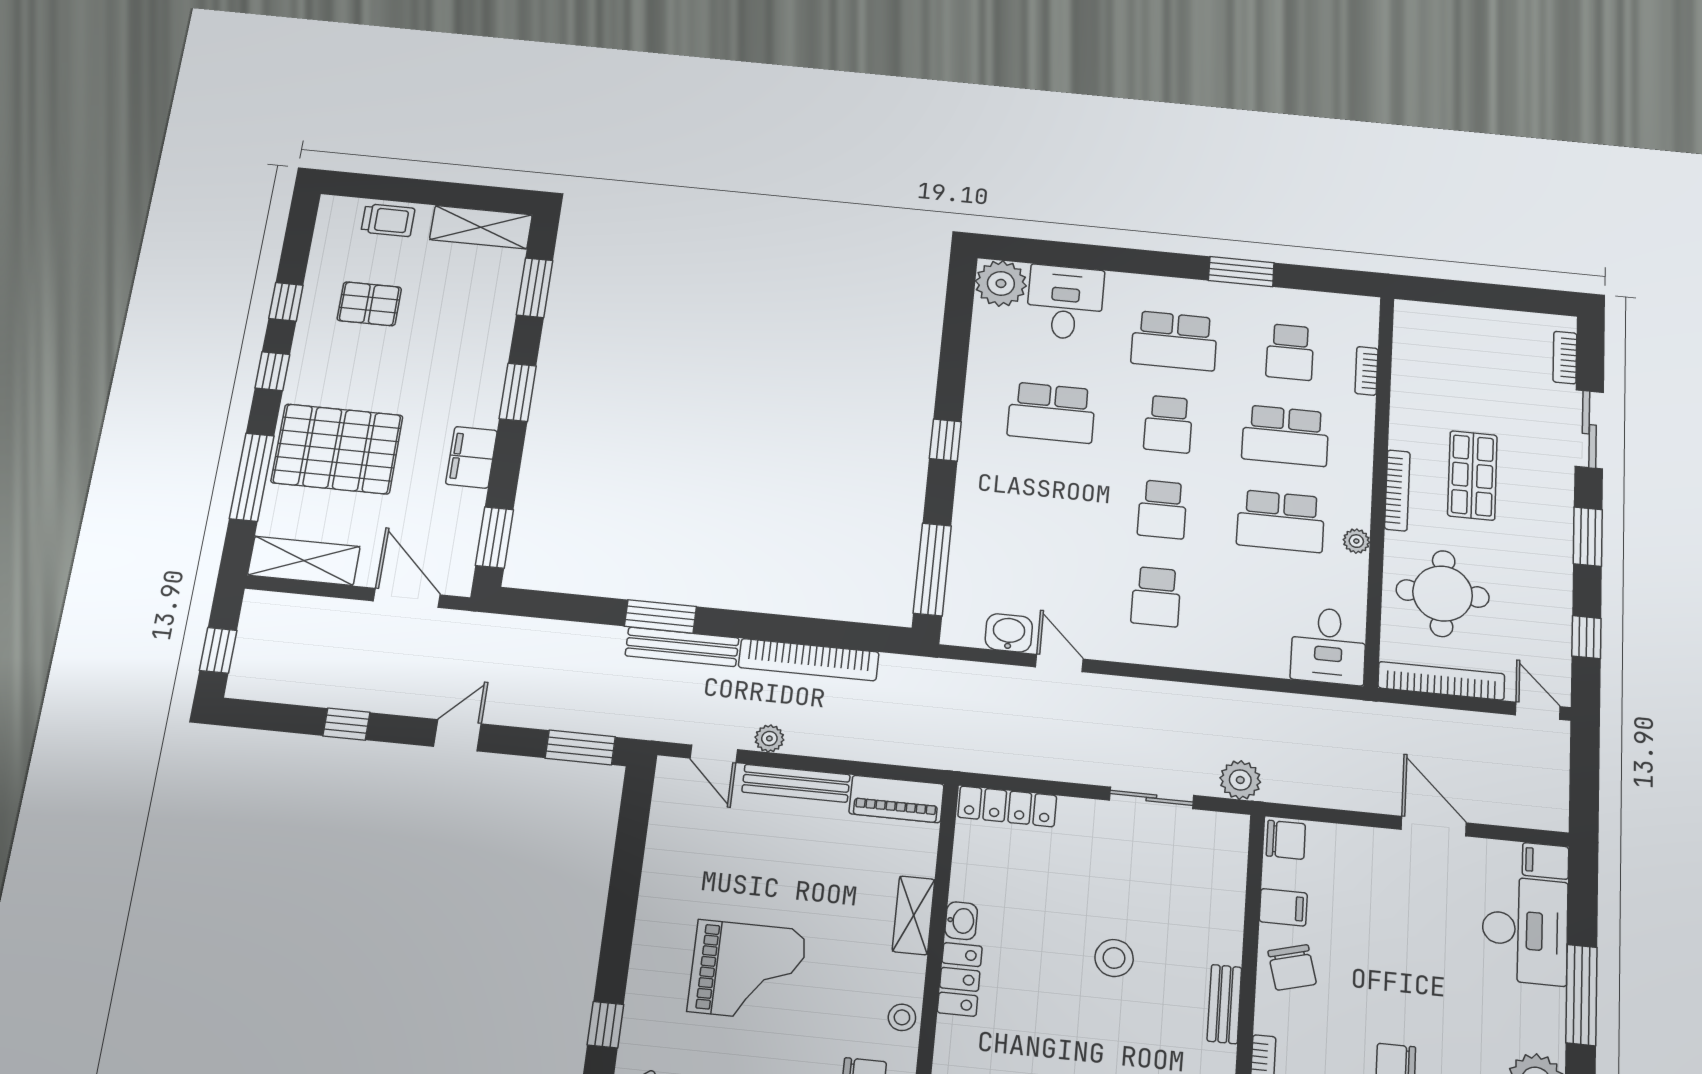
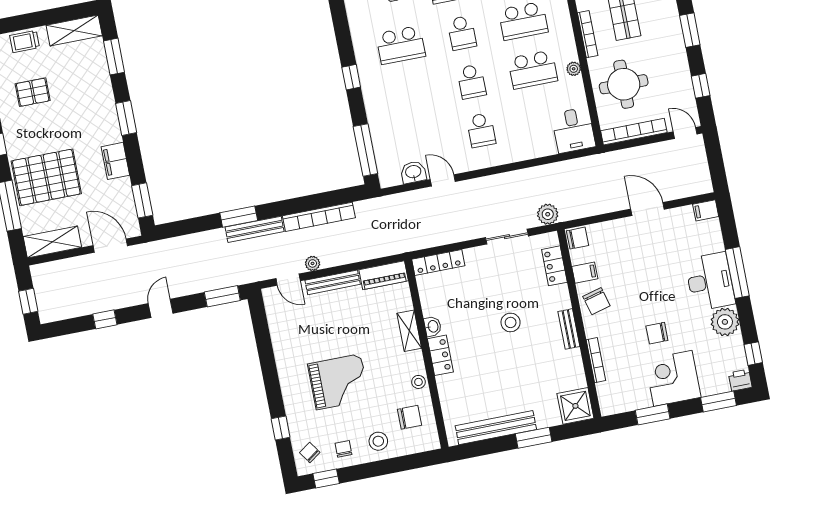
trolley: (388, 220) -> (25, 41), turned 180
locker: (1228, 878) -> (554, 266), added
desk: (1525, 930) -> (710, 281), moved

